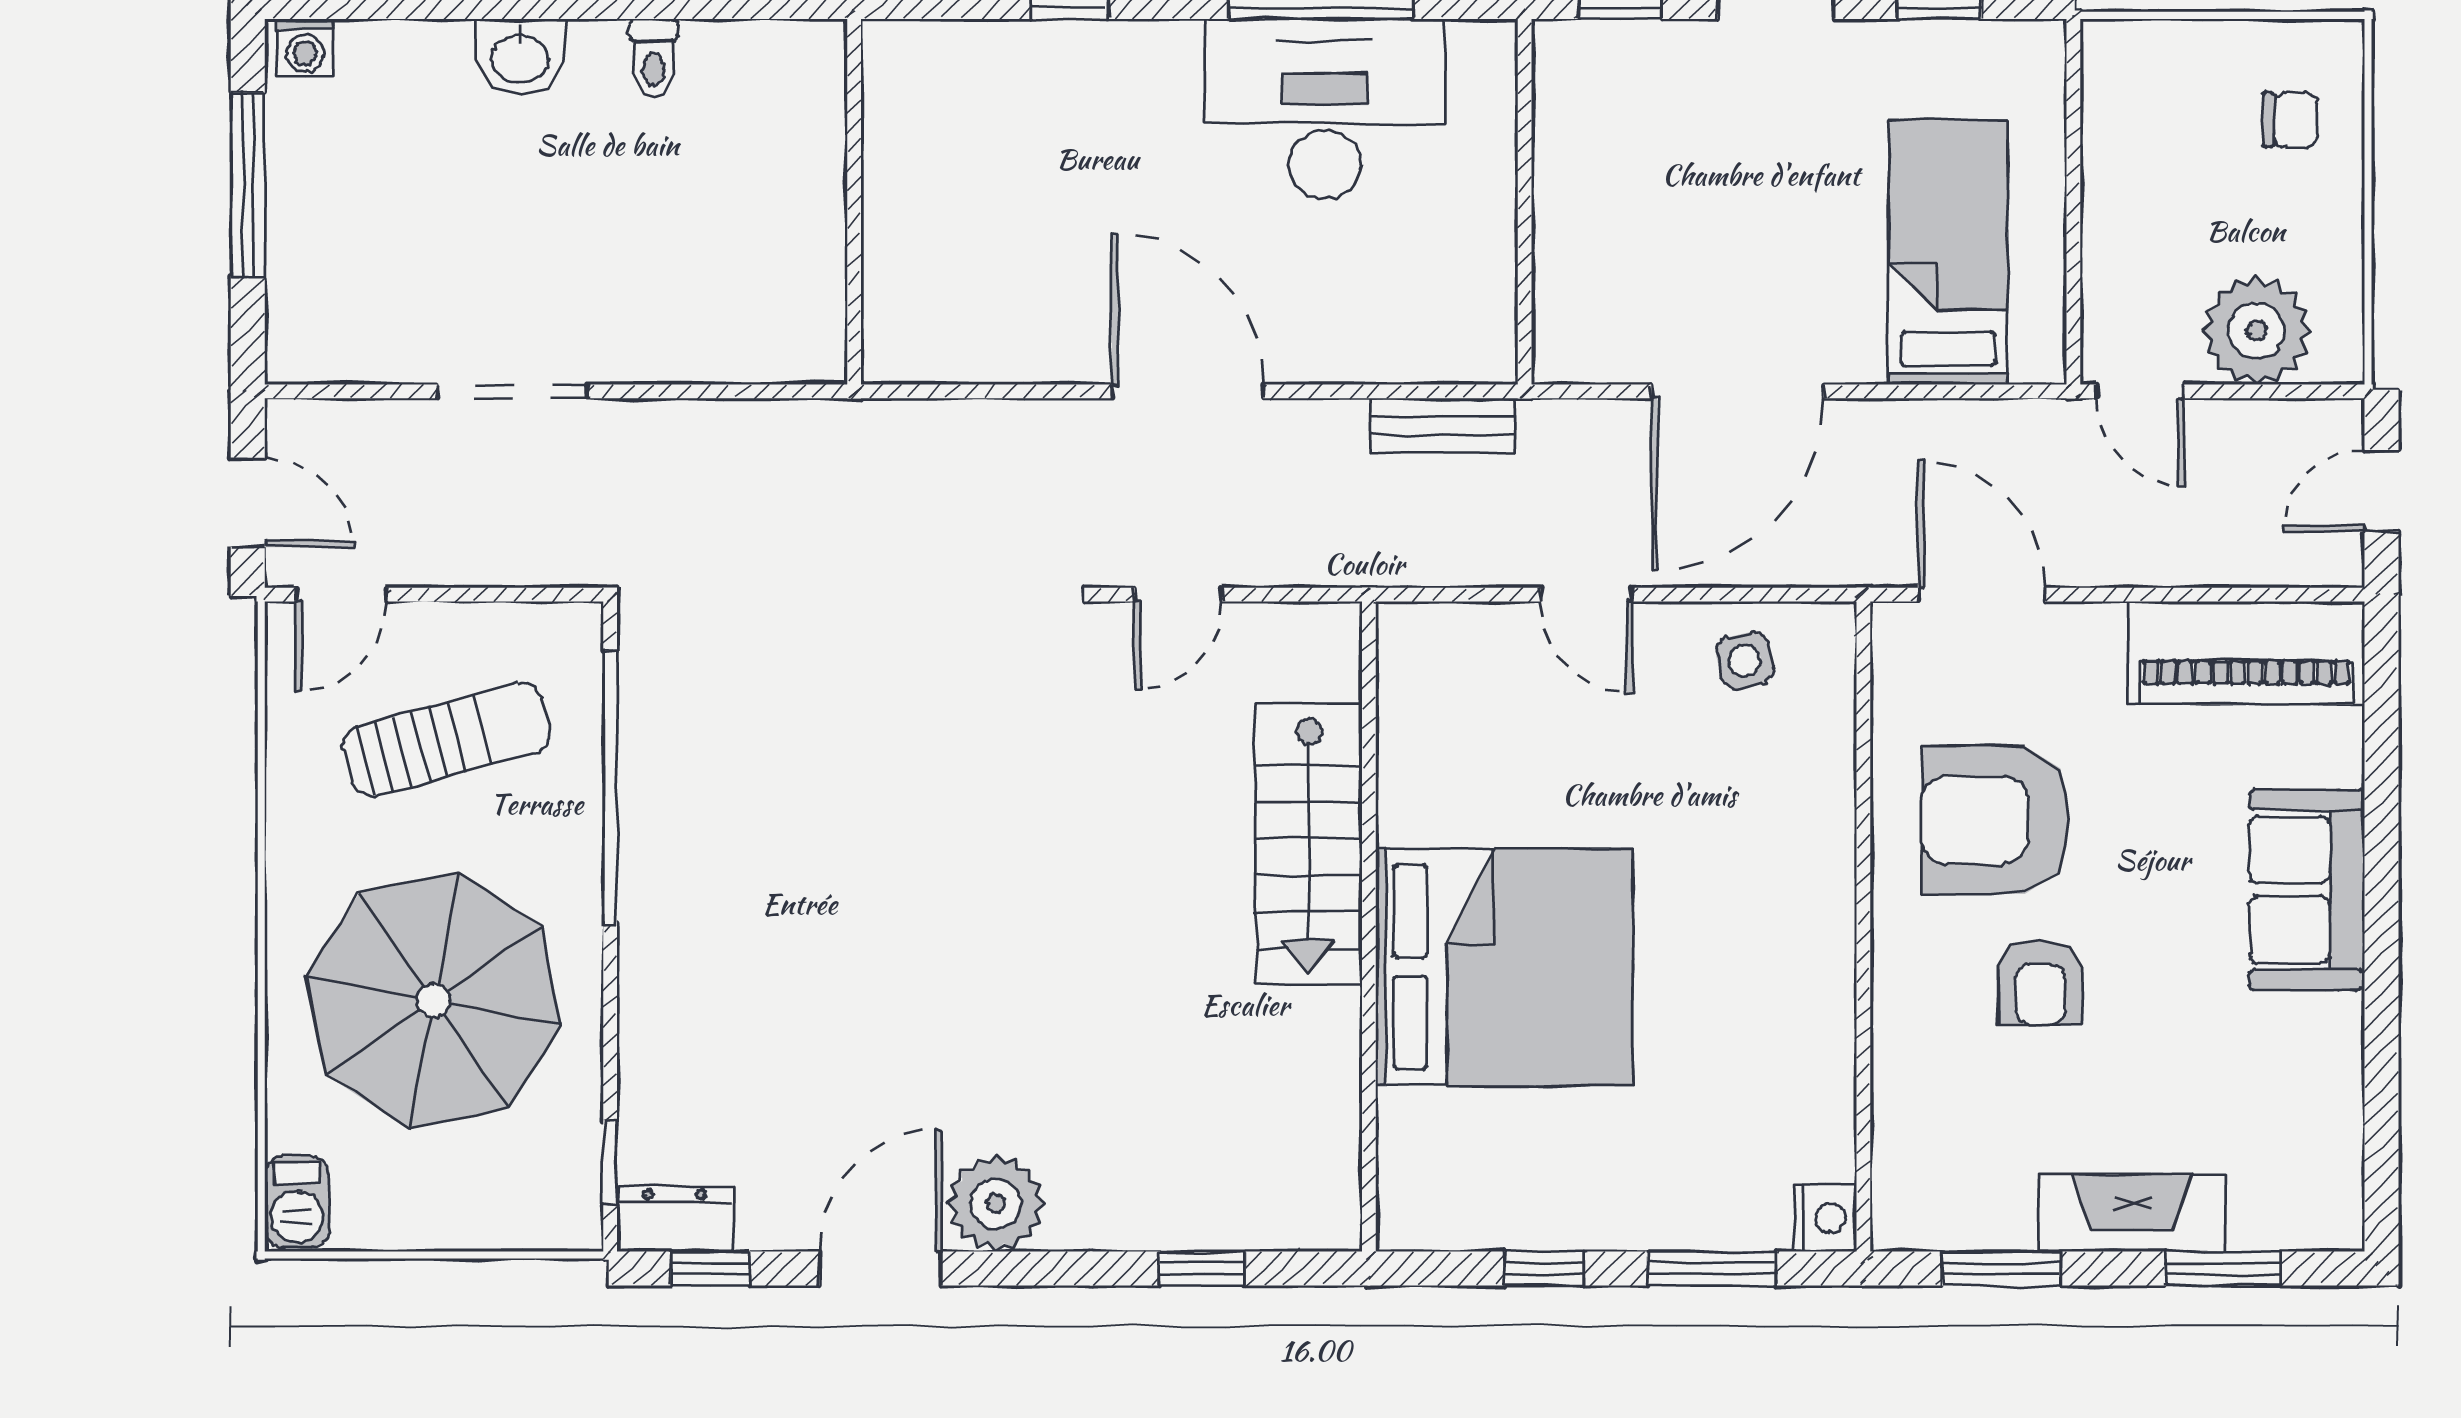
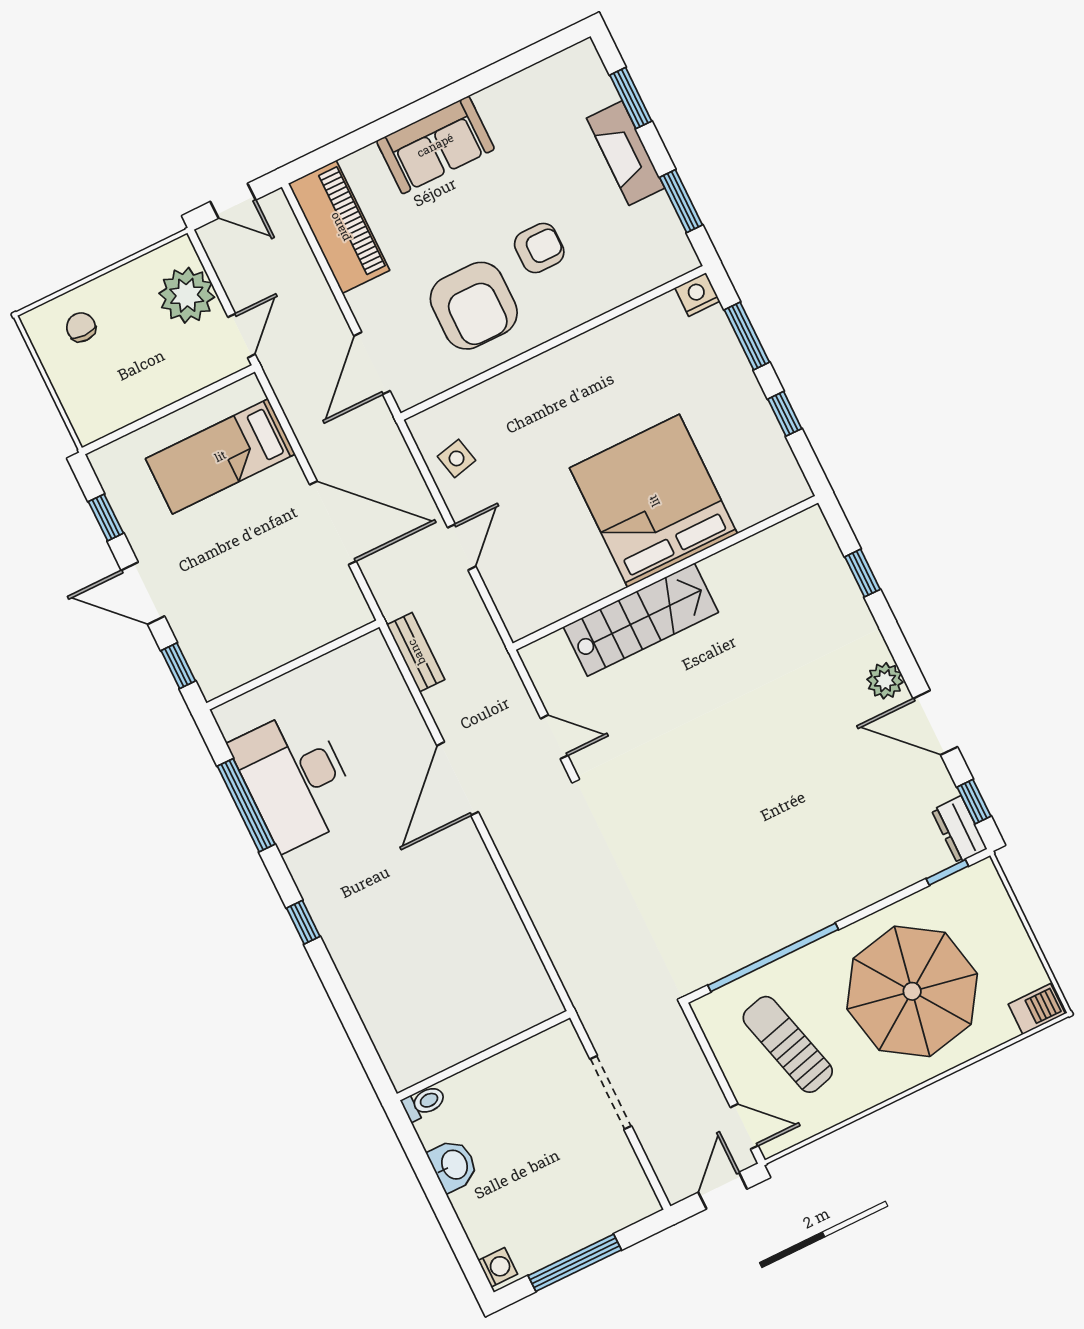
wall: (854, 202) -> (483, 1056), moved
plant: (996, 1204) -> (885, 681), width x0.73, depth x0.73

